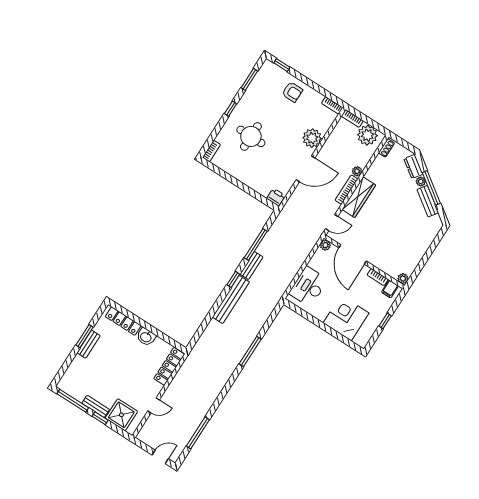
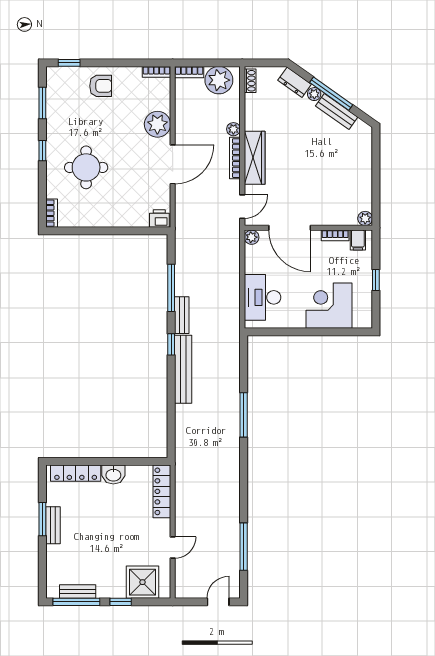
bench: (96, 406) -> (78, 591), moved

